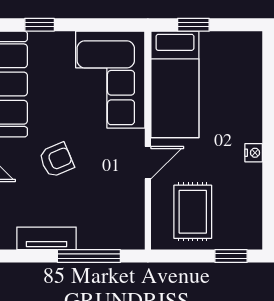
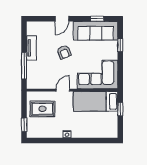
door: (148, 163) -> (63, 90), swing flipped

